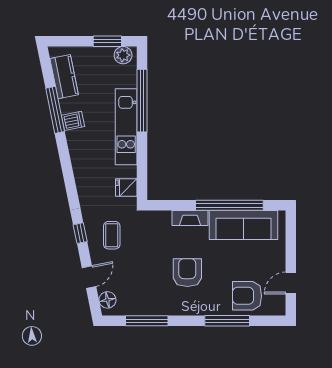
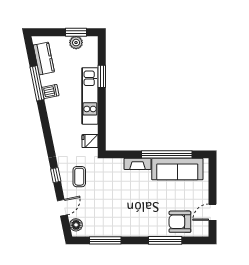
plant: (123, 55) -> (76, 43), moved
window: (142, 101) -> (102, 76), width x0.47
armchair: (187, 273) -> (135, 205), removed

